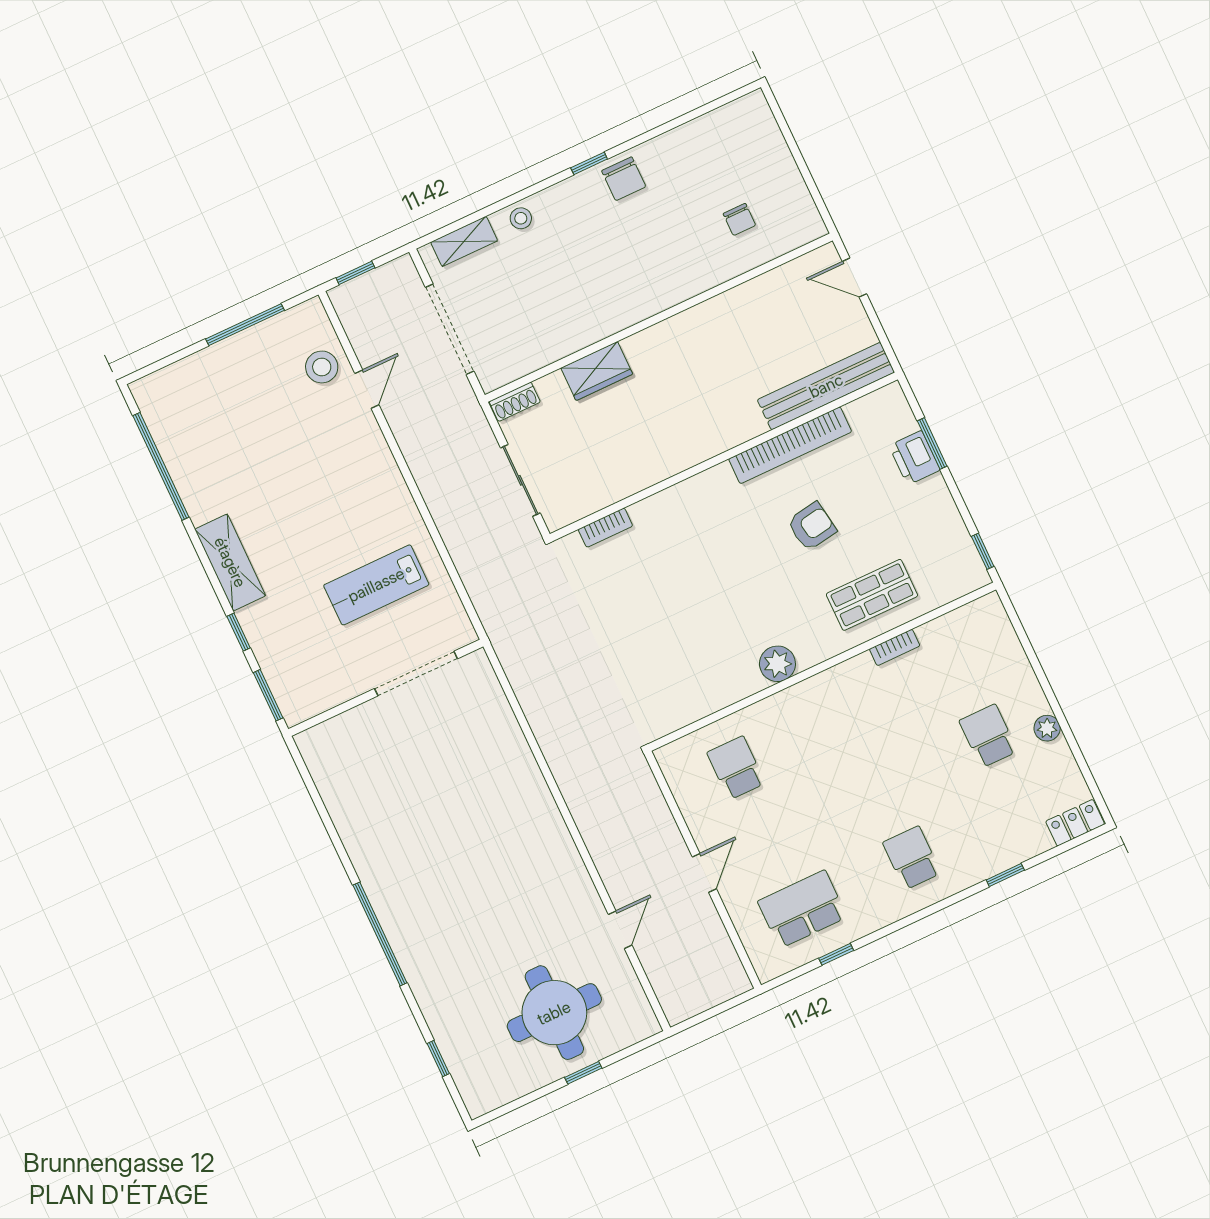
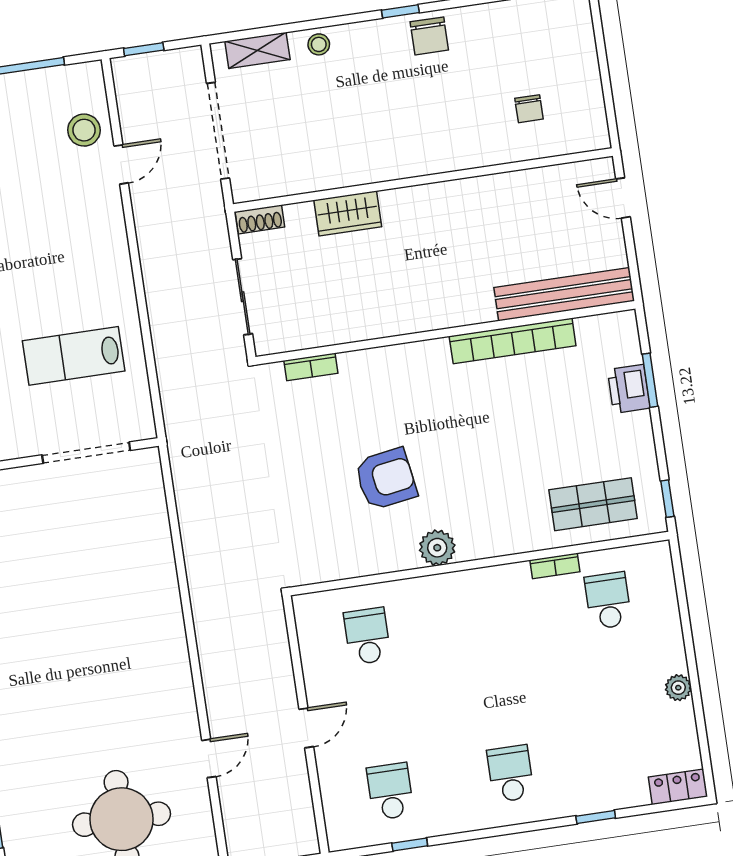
armchair: (812, 526) -> (386, 479), moved, width x1.38, depth x1.38
shop shelf: (872, 595) -> (593, 504), moved
school desk: (988, 736) -> (608, 601), moved
school desk: (802, 909) -> (390, 791), width x0.54

